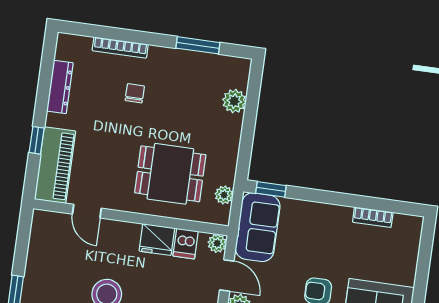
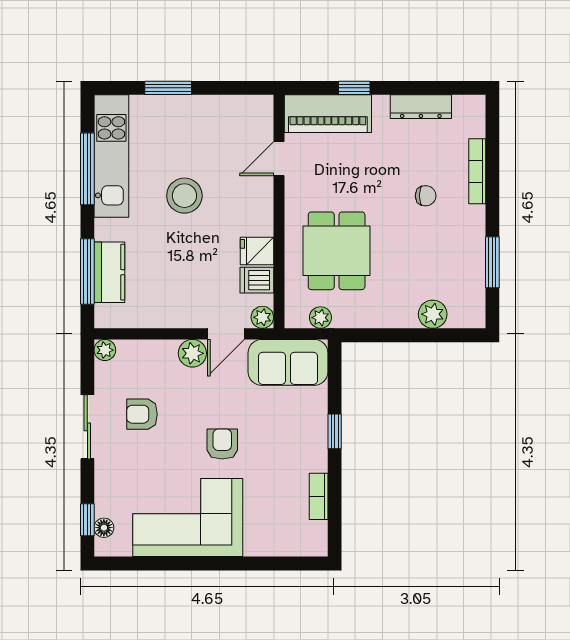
window: (271, 189) -> (335, 431), moved
fridge: (157, 240) -> (257, 251), width x0.72

